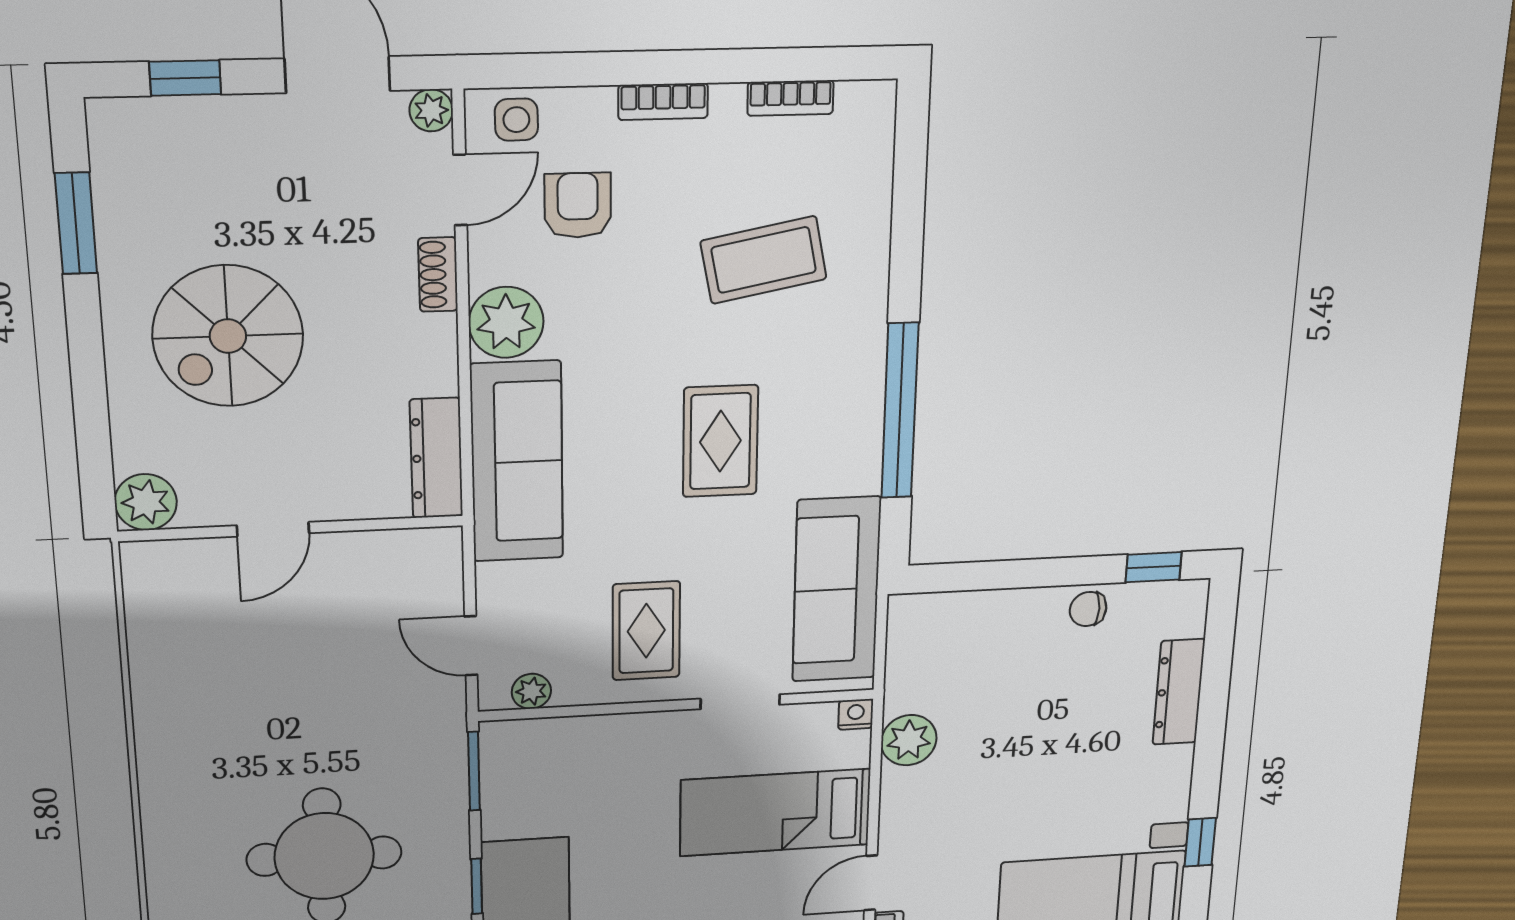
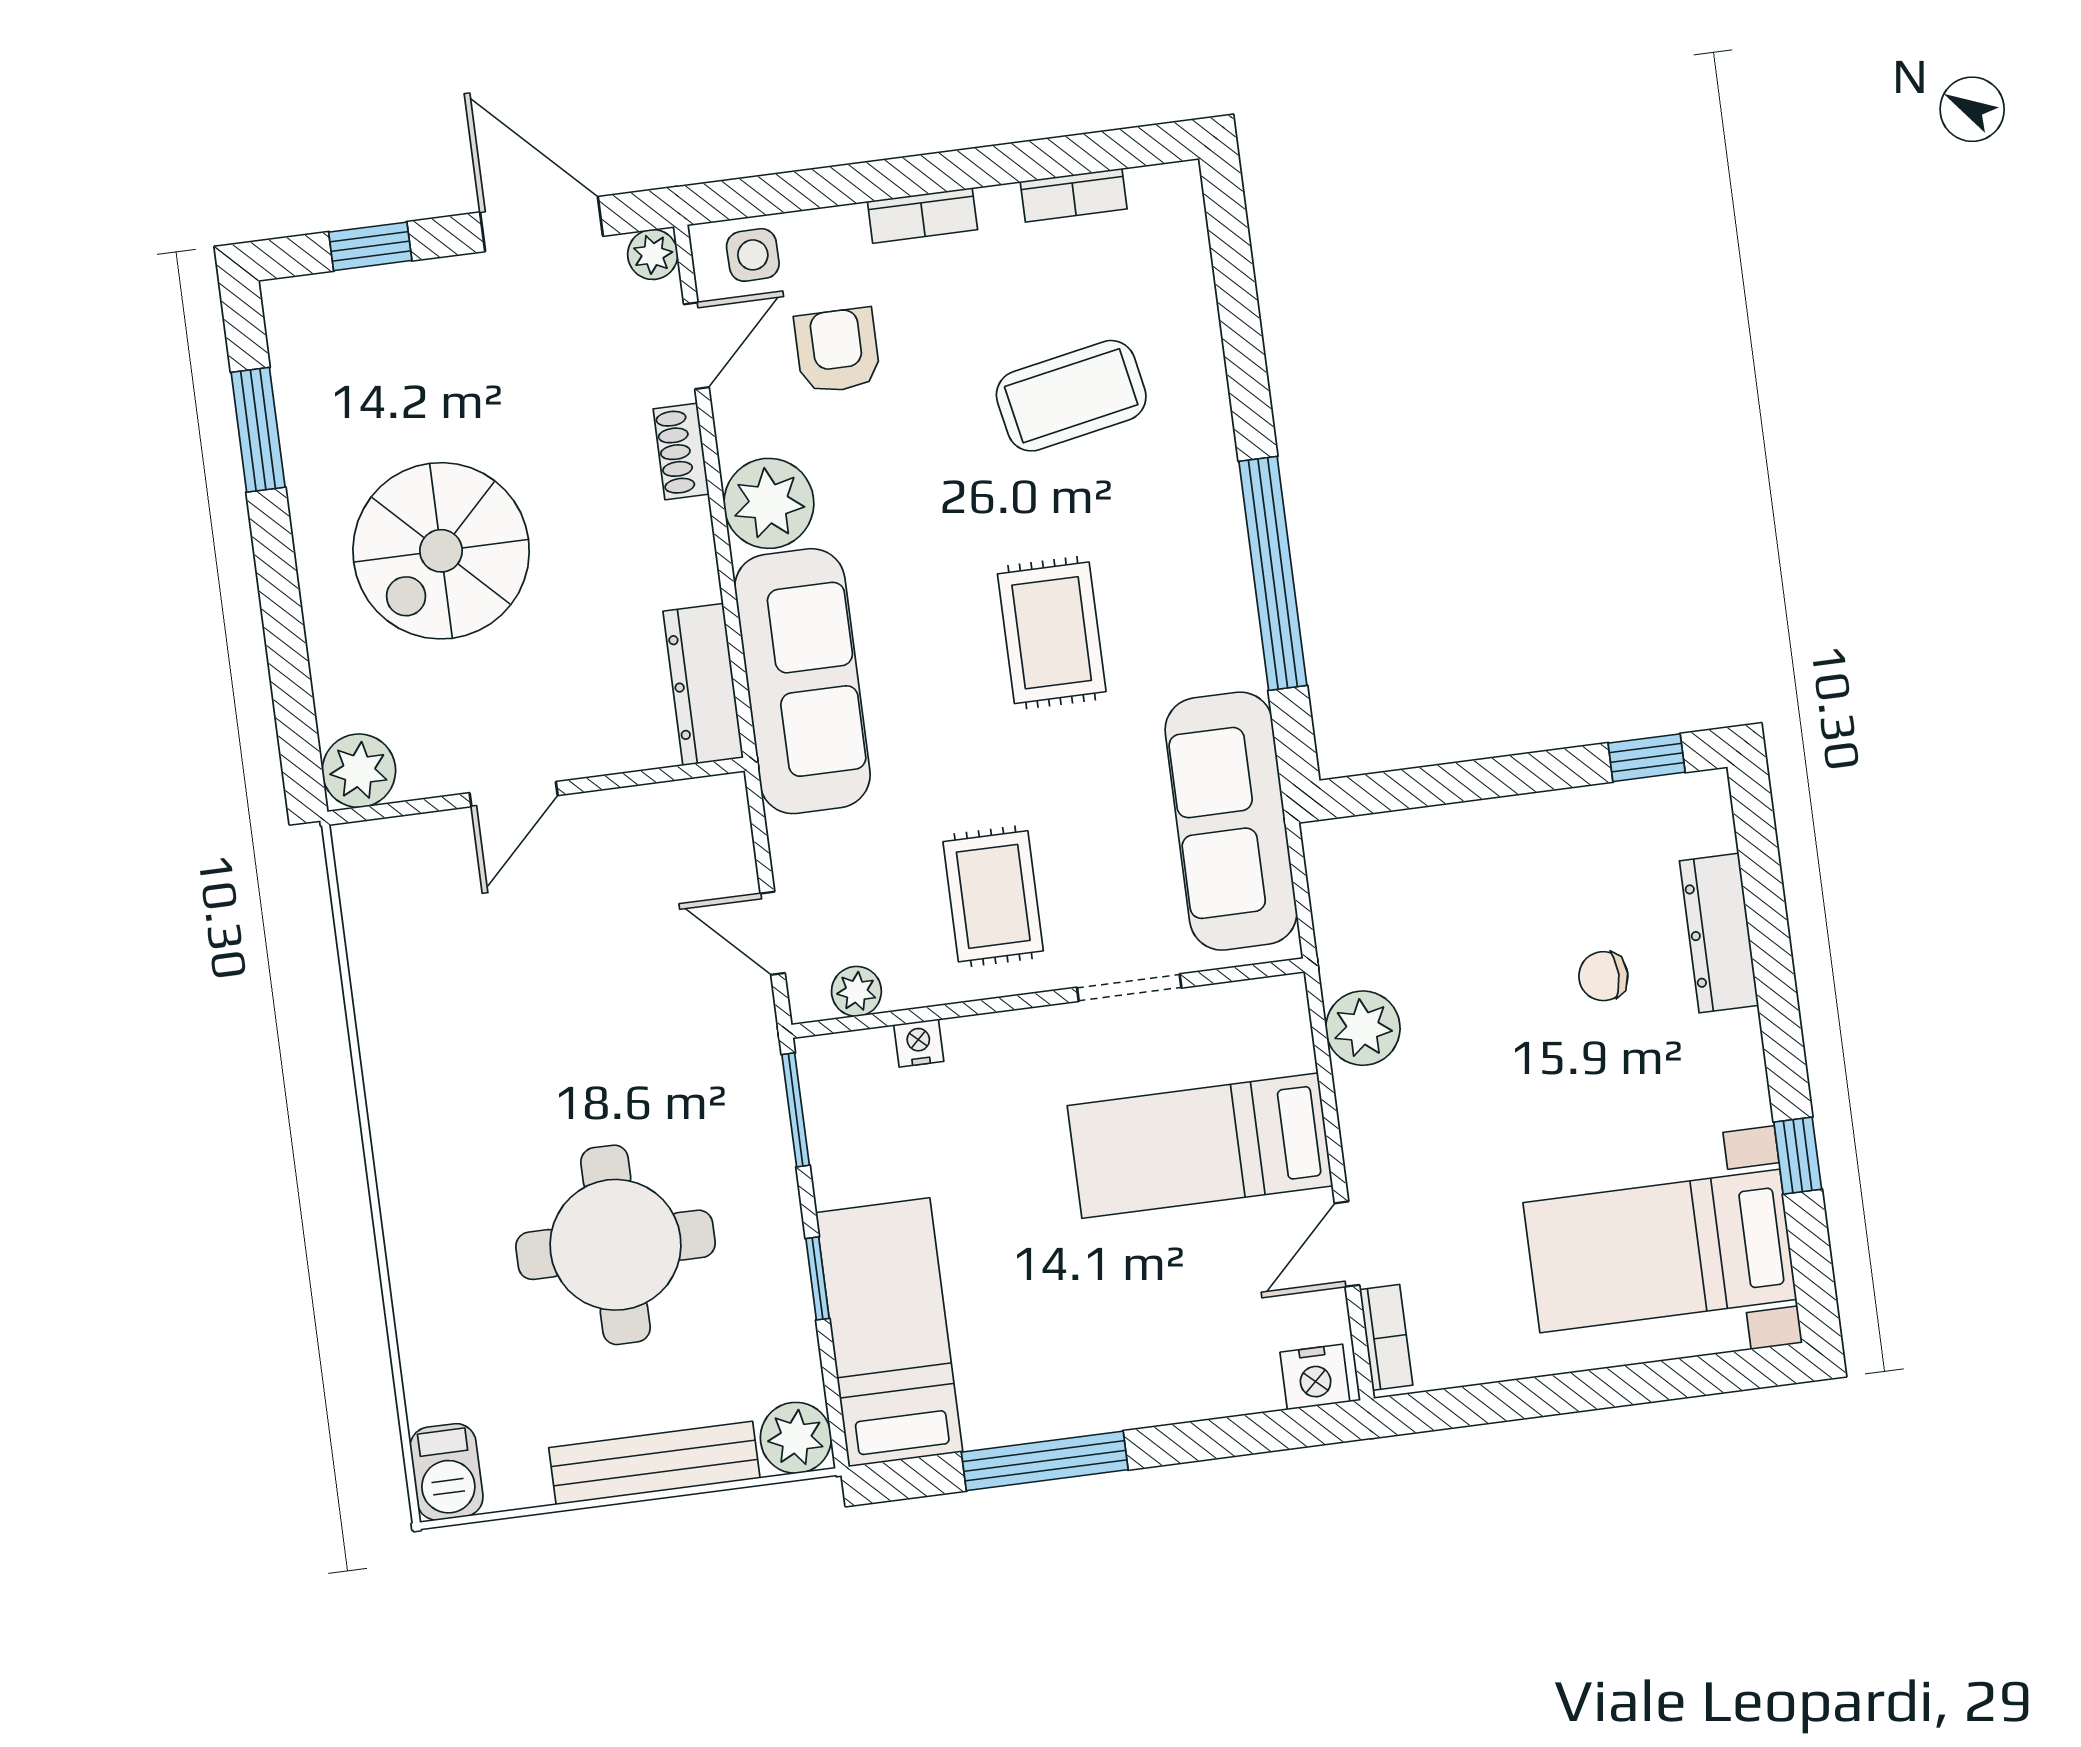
chair: (1088, 609) -> (1603, 976), moved
nightstand: (856, 714) -> (919, 1043), moved

